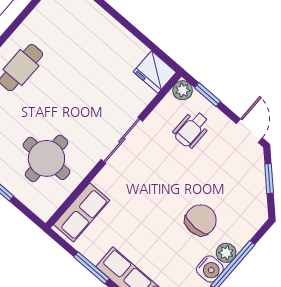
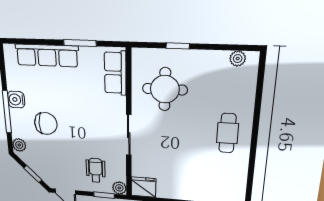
chair: (201, 220) -> (46, 123), turned -90
plant: (226, 253) -> (19, 145), moved

